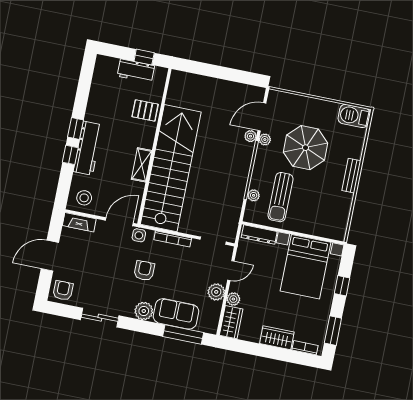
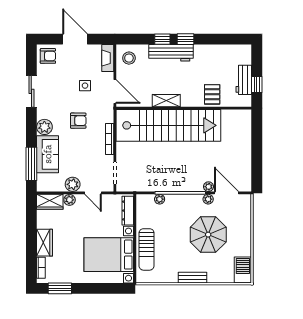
sun lounger: (280, 197) -> (147, 249), moved, turned -90
side table: (139, 235) -> (85, 86), moved
window: (342, 286) -> (99, 288), removed

